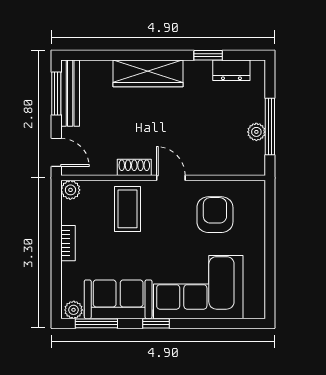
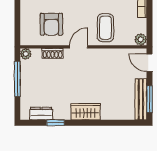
wardrobe: (148, 73) -> (85, 112), width x0.67
plant: (256, 132) -> (26, 54), moved
shoe rack: (134, 167) -> (53, 53), moved
door: (171, 178) -> (79, 47), swing flipped

